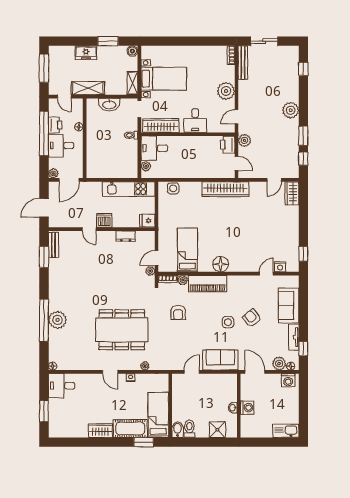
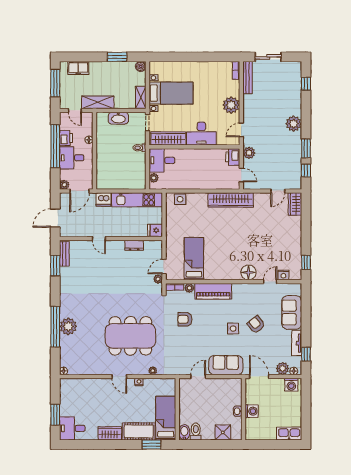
freezer: (86, 53) -> (78, 68), moved
desk: (195, 121) -> (201, 134), width x1.37
dishwasher: (104, 220) -> (104, 199), moved, turned 180
floor lamp: (221, 264) -> (248, 272), moved
armchair: (178, 313) -> (185, 319), turned 90
desk: (62, 386) -> (72, 428), moved

